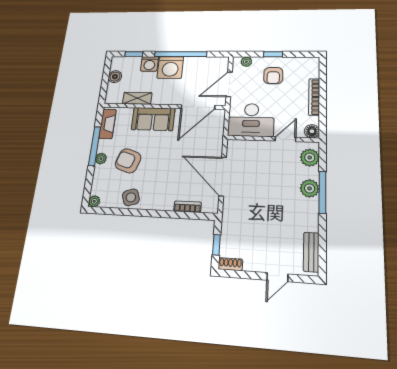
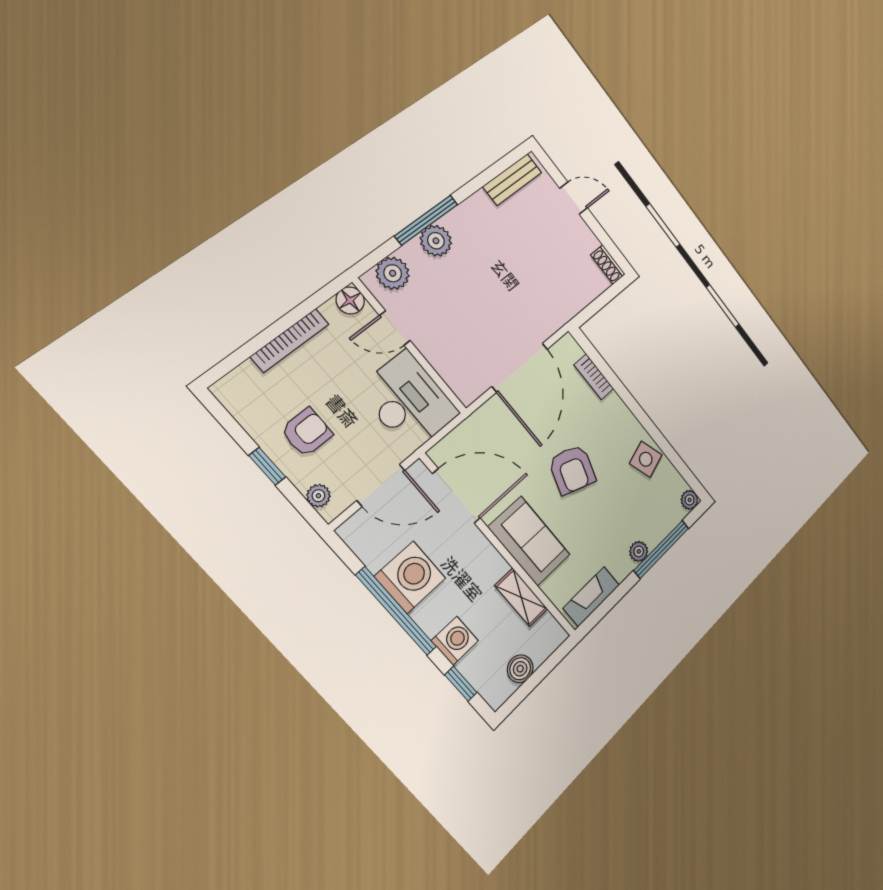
washing machine: (170, 67) -> (410, 577), moved
window: (95, 146) -> (661, 549), moved
armchair: (128, 161) -> (572, 470), moved
window: (216, 245) -> (603, 300), removed

